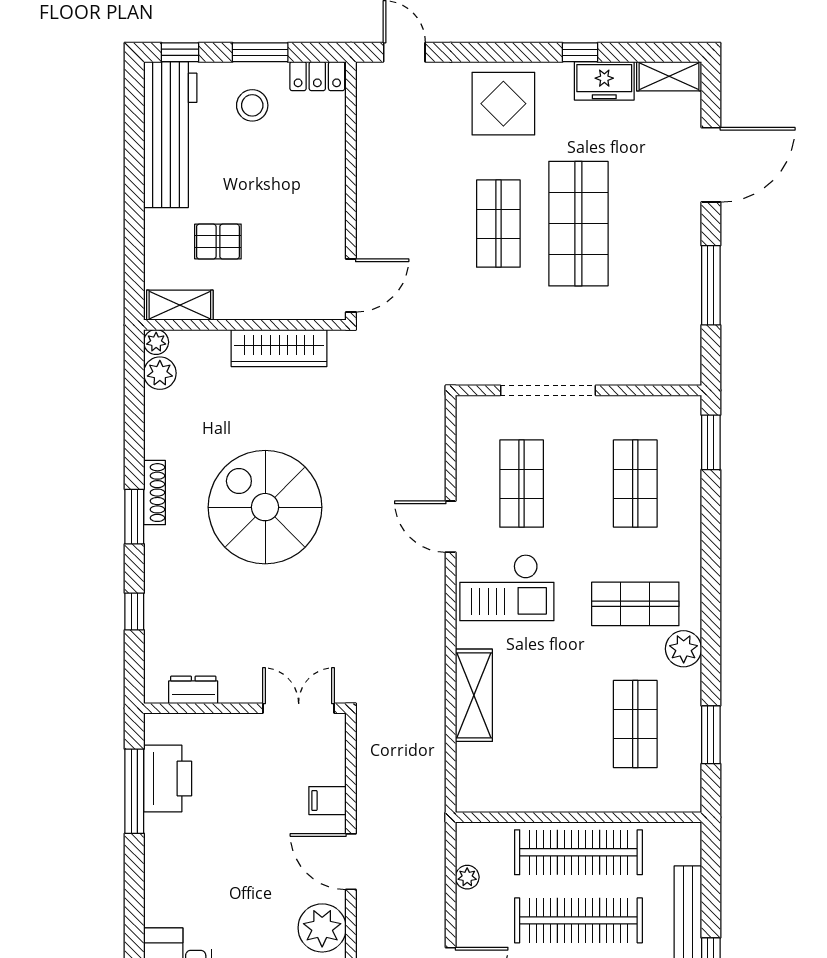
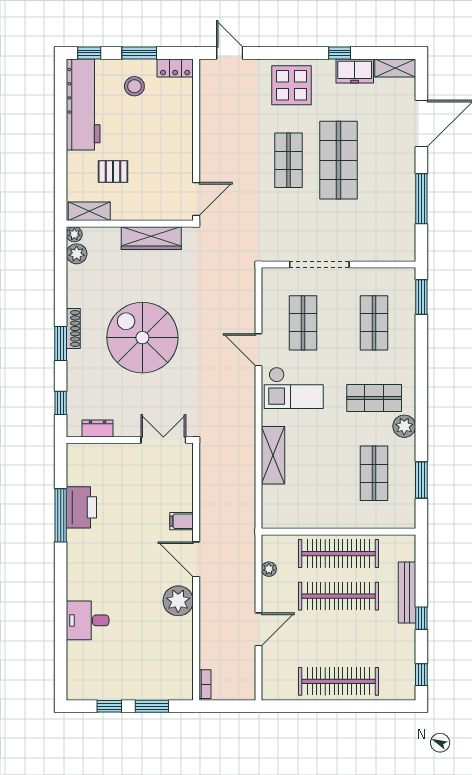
dresser: (193, 690) -> (98, 428), moved
wall: (245, 708) -> (130, 440), moved
double door: (299, 708) -> (163, 440), moved

